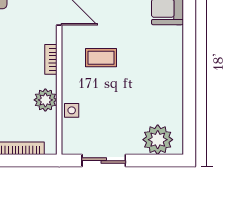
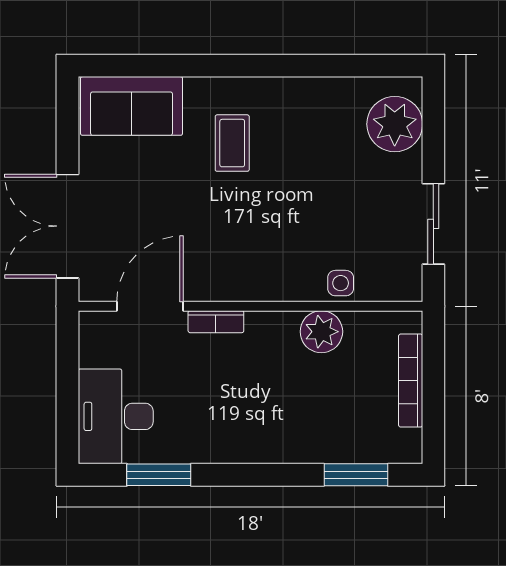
coffee table: (101, 58) -> (232, 143), moved
bookcase: (51, 59) -> (216, 322), moved

